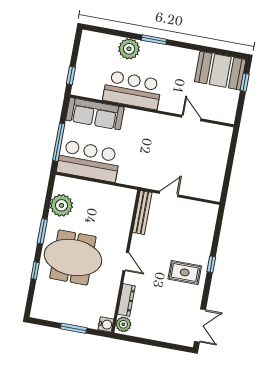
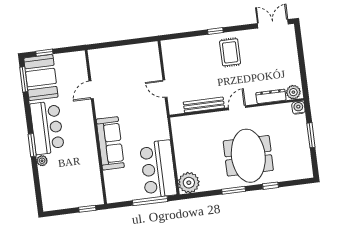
plant: (129, 49) -> (42, 161), width x0.53, depth x0.53
window: (224, 53) -> (24, 79), added
bar counter: (132, 90) -> (47, 128), moved, turned 180
sofa: (95, 114) -> (110, 143), moved
plant: (61, 205) -> (189, 183), moved
bench: (142, 213) -> (204, 105), moved

